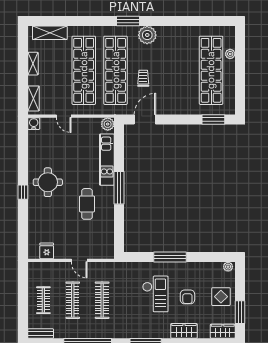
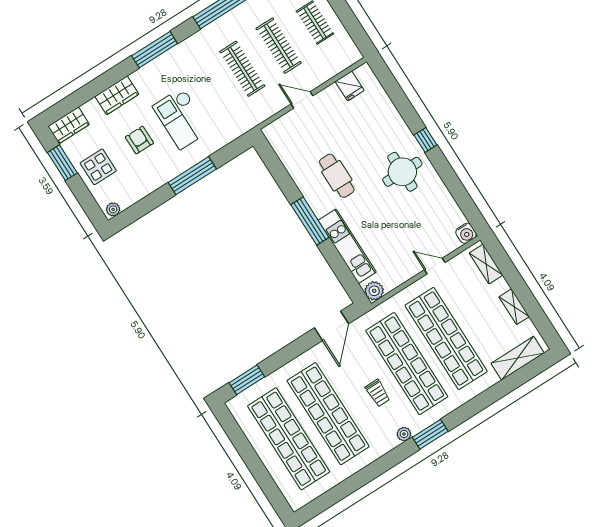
plant: (147, 35) -> (404, 434), width x0.53, depth x0.53
plant: (230, 54) -> (278, 474), removed
shop shelf: (179, 70) -> (328, 414), added
trolley: (143, 78) -> (378, 393), moved

